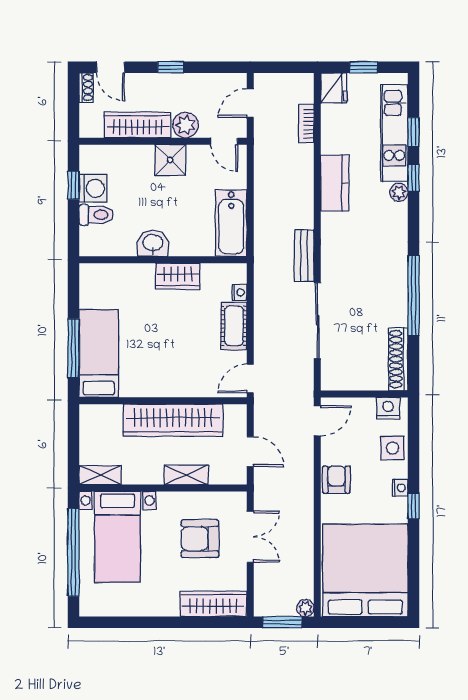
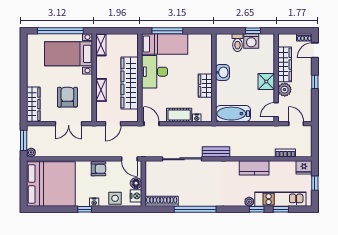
desk: (151, 373) -> (154, 72), added
floor lamp: (364, 408) -> (136, 183), added

